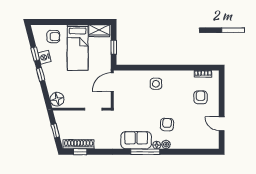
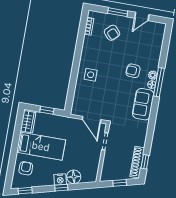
window: (35, 54) -> (25, 191), moved
nightstand: (45, 57) -> (60, 179), moved
door: (112, 82) -> (92, 120), moved
armchair: (201, 97) -> (112, 33), turned -133
floor lamp: (57, 99) -> (74, 177), moved
window: (222, 99) -> (118, 12), added
window: (145, 152) -> (159, 82), moved

